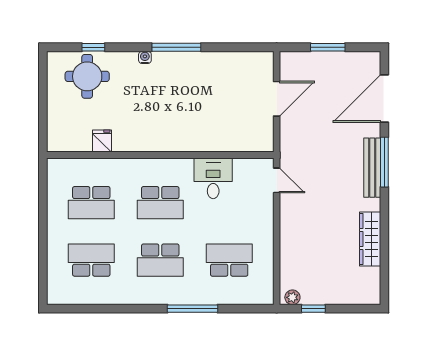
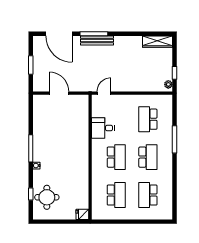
fridge: (102, 141) -> (82, 214), moved
wardrobe: (370, 239) -> (158, 42), moved

